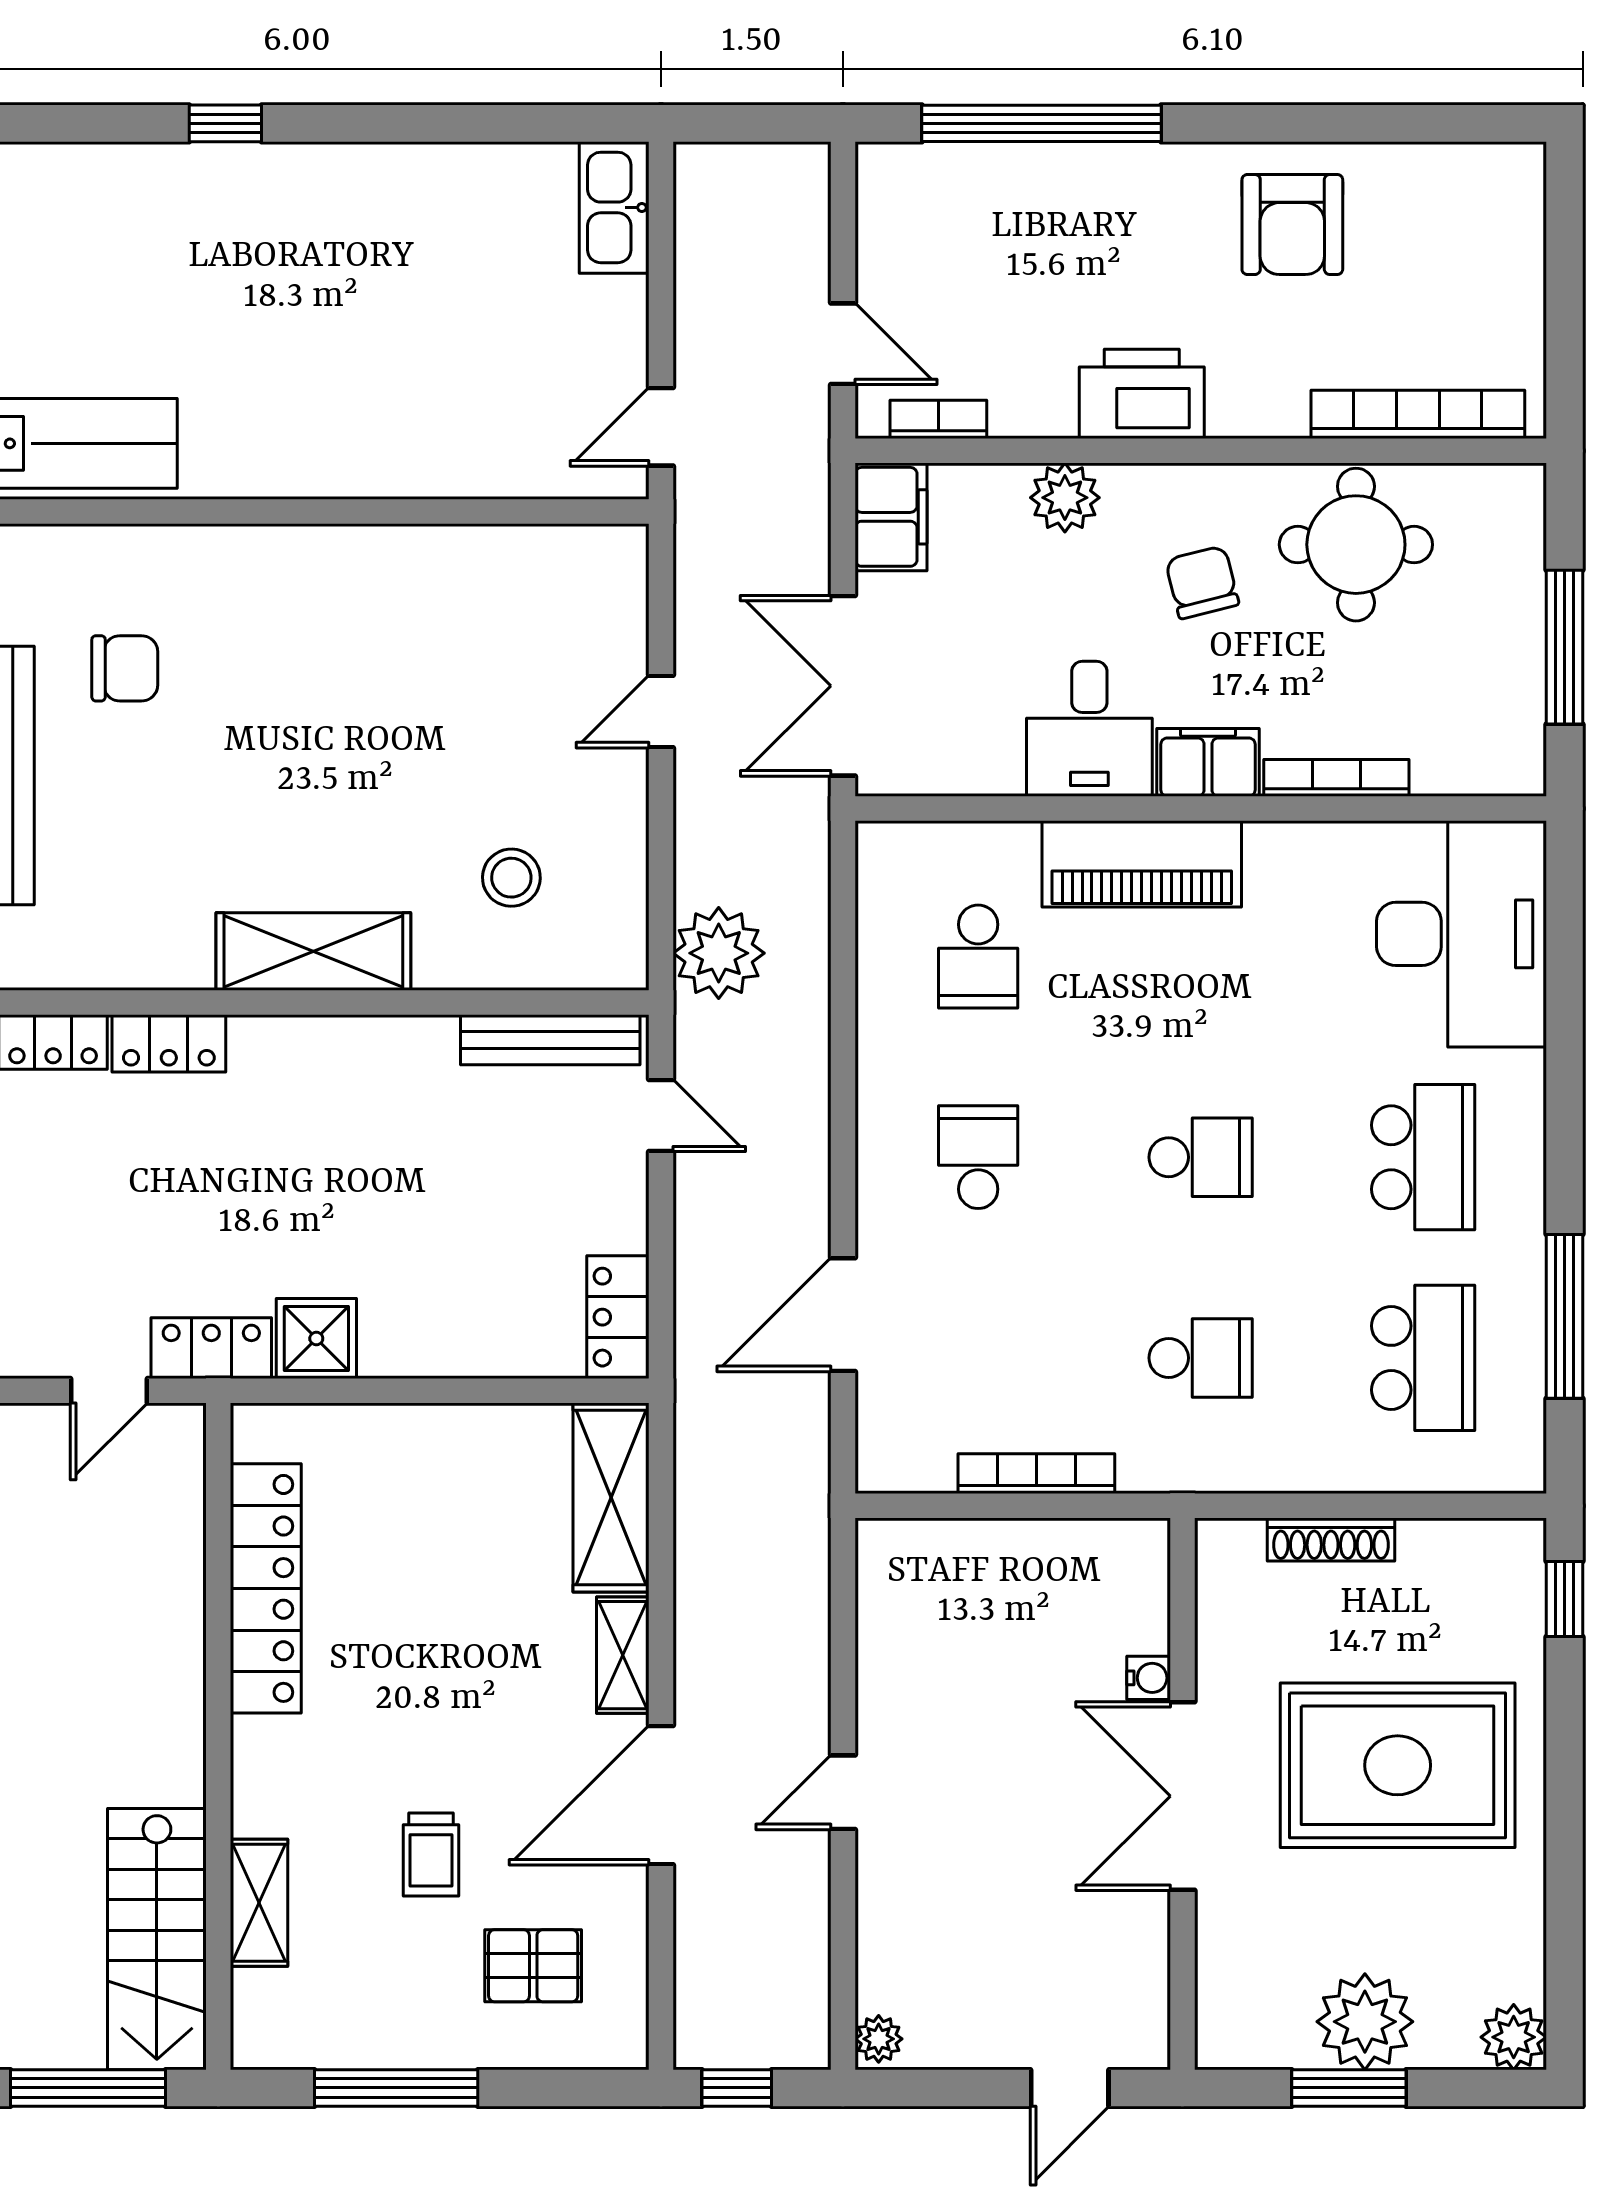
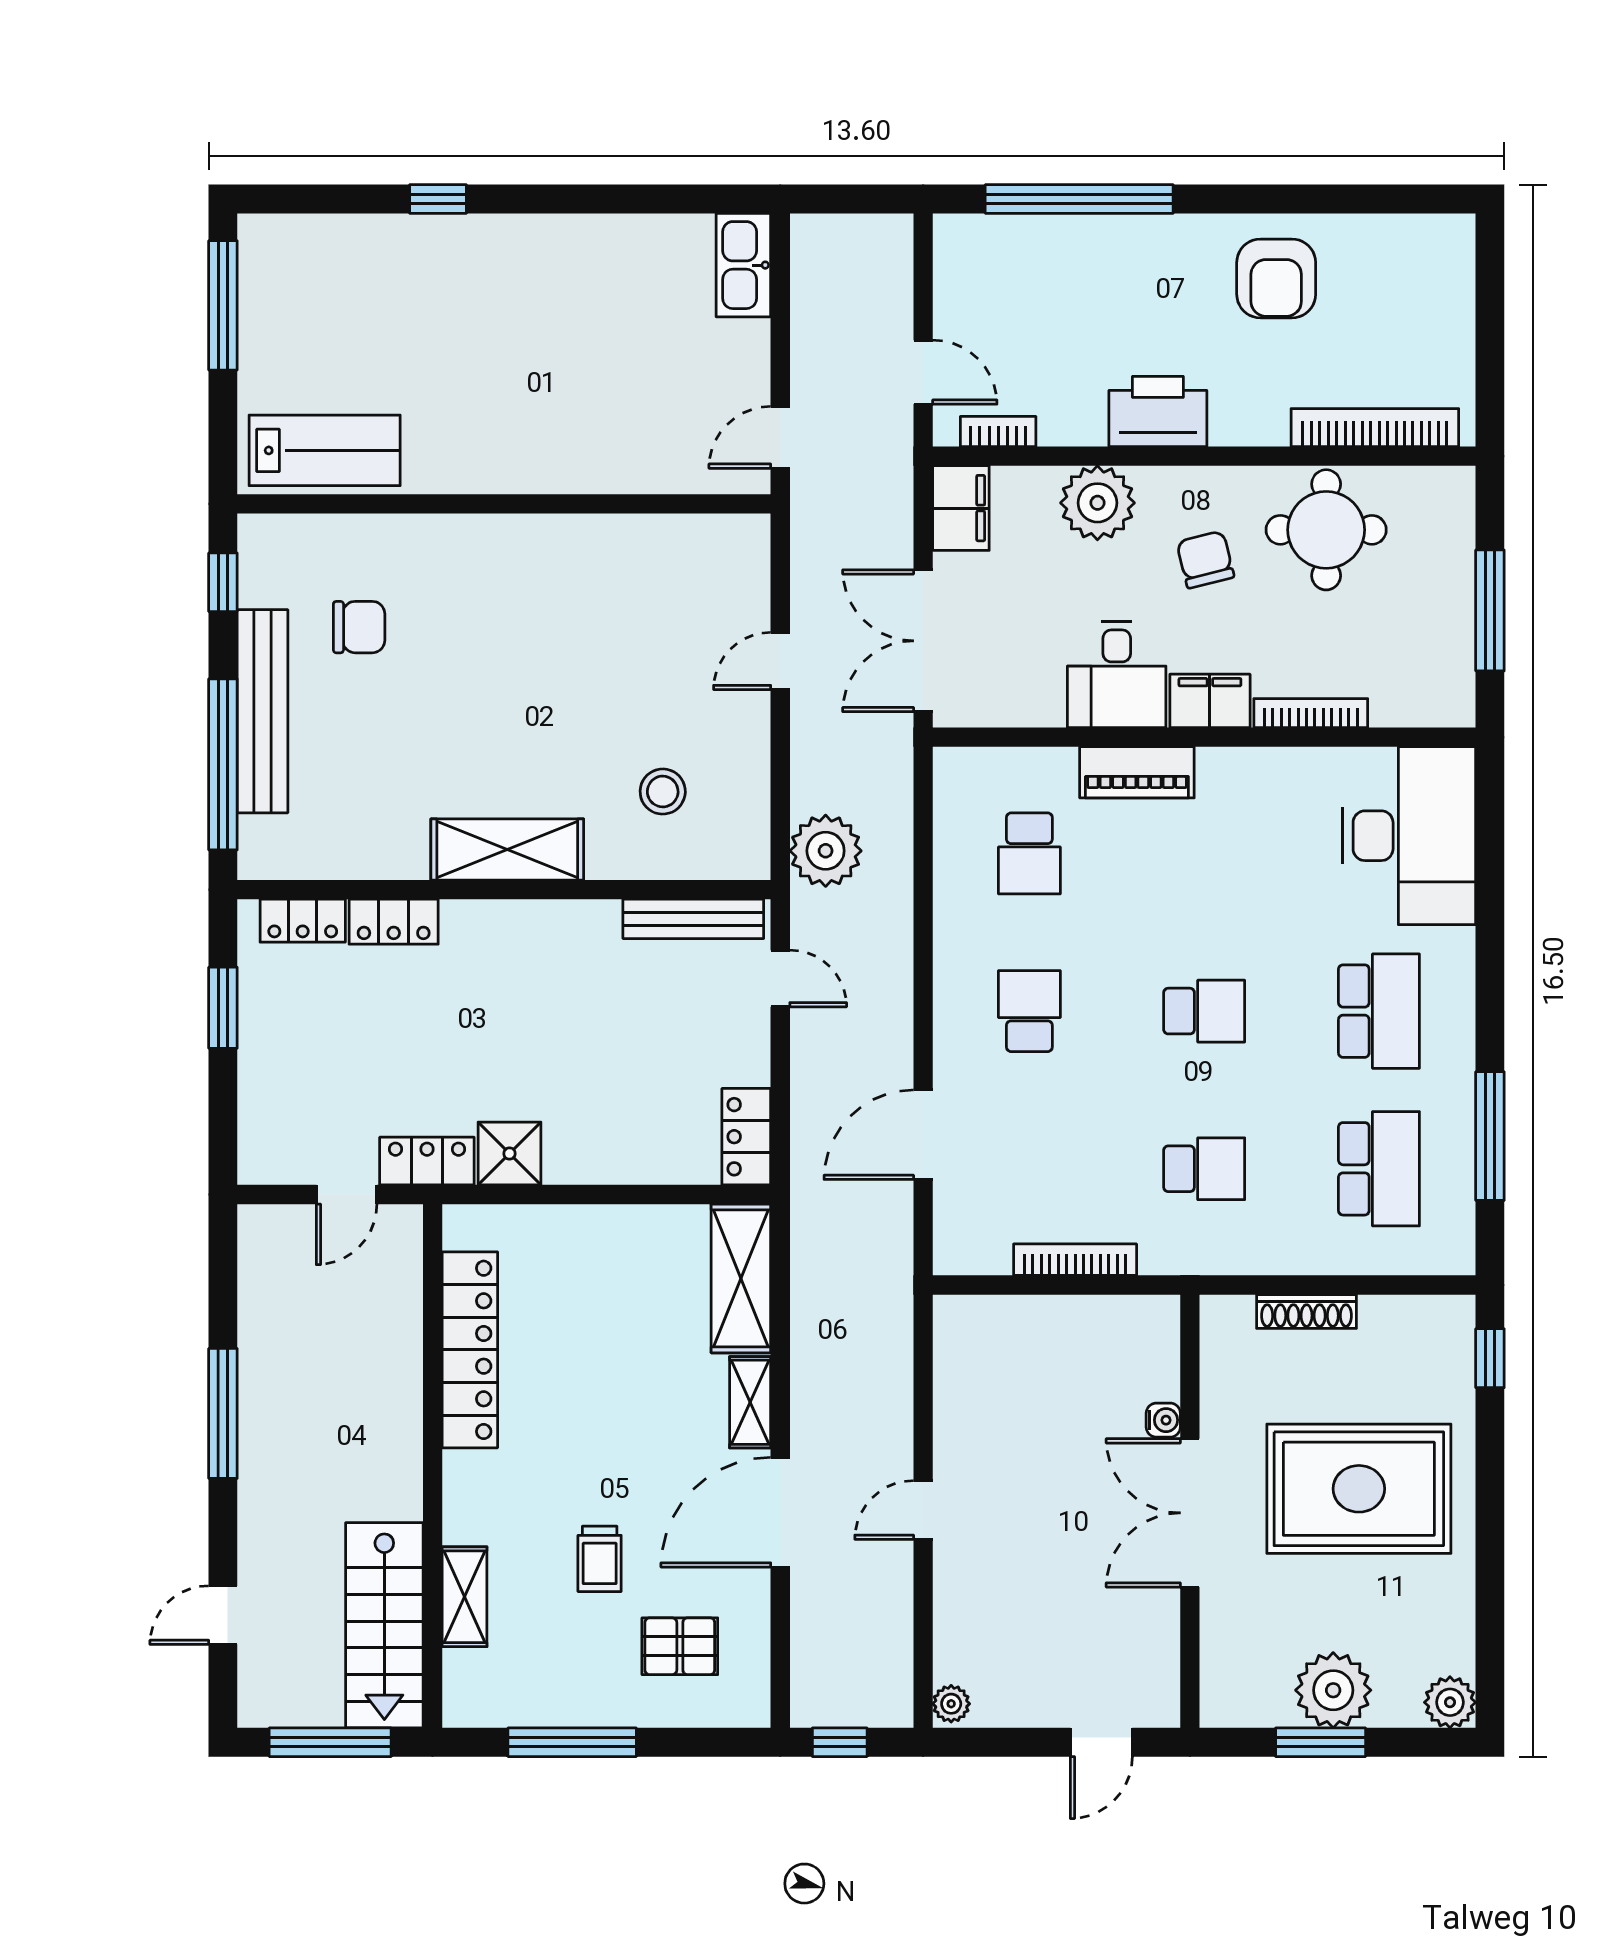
plant: (1065, 498) -> (1097, 503), width x1.36, depth x1.36
piano: (1142, 864) -> (1137, 772), width x0.73, depth x0.75

